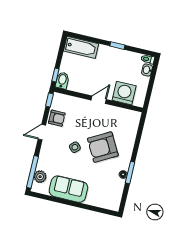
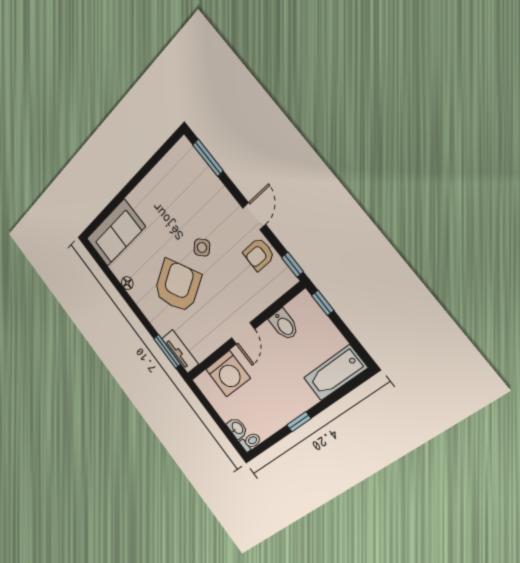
bidet: (62, 80) -> (284, 325), moved
tv unit: (134, 124) -> (180, 351), added
window: (32, 172) -> (208, 158), width x0.69
window: (130, 173) -> (167, 351), moved
plant: (40, 177) -> (194, 164), removed
sofa: (68, 189) -> (116, 233), moved

